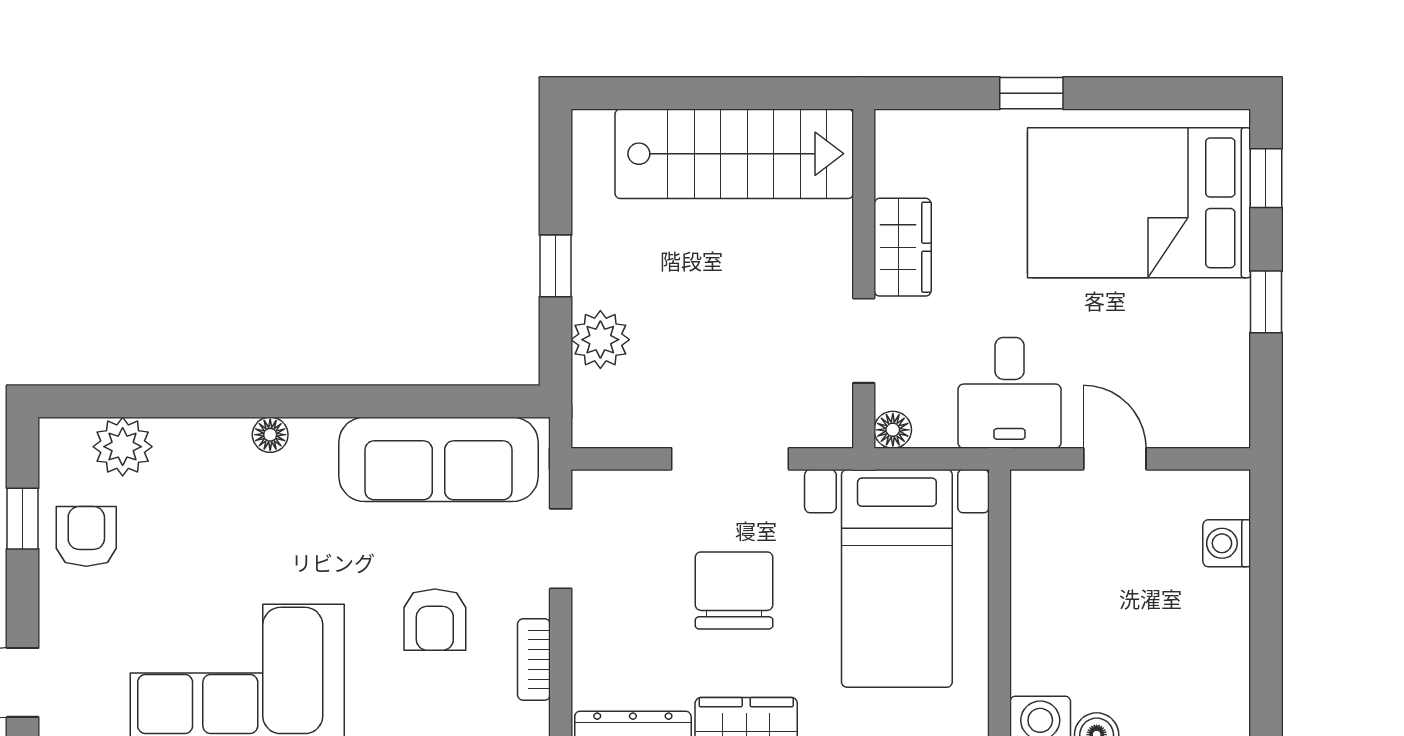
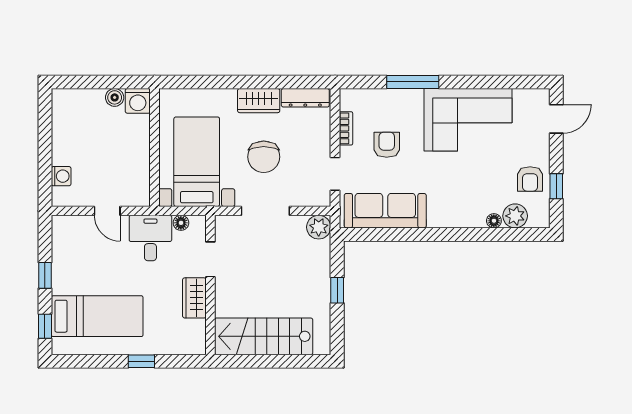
bed: (1139, 203) -> (97, 316), width x0.67
plant: (600, 340) -> (319, 227), moved
floor lamp: (893, 430) -> (181, 223), moved
floor lamp: (270, 435) -> (494, 221), moved

